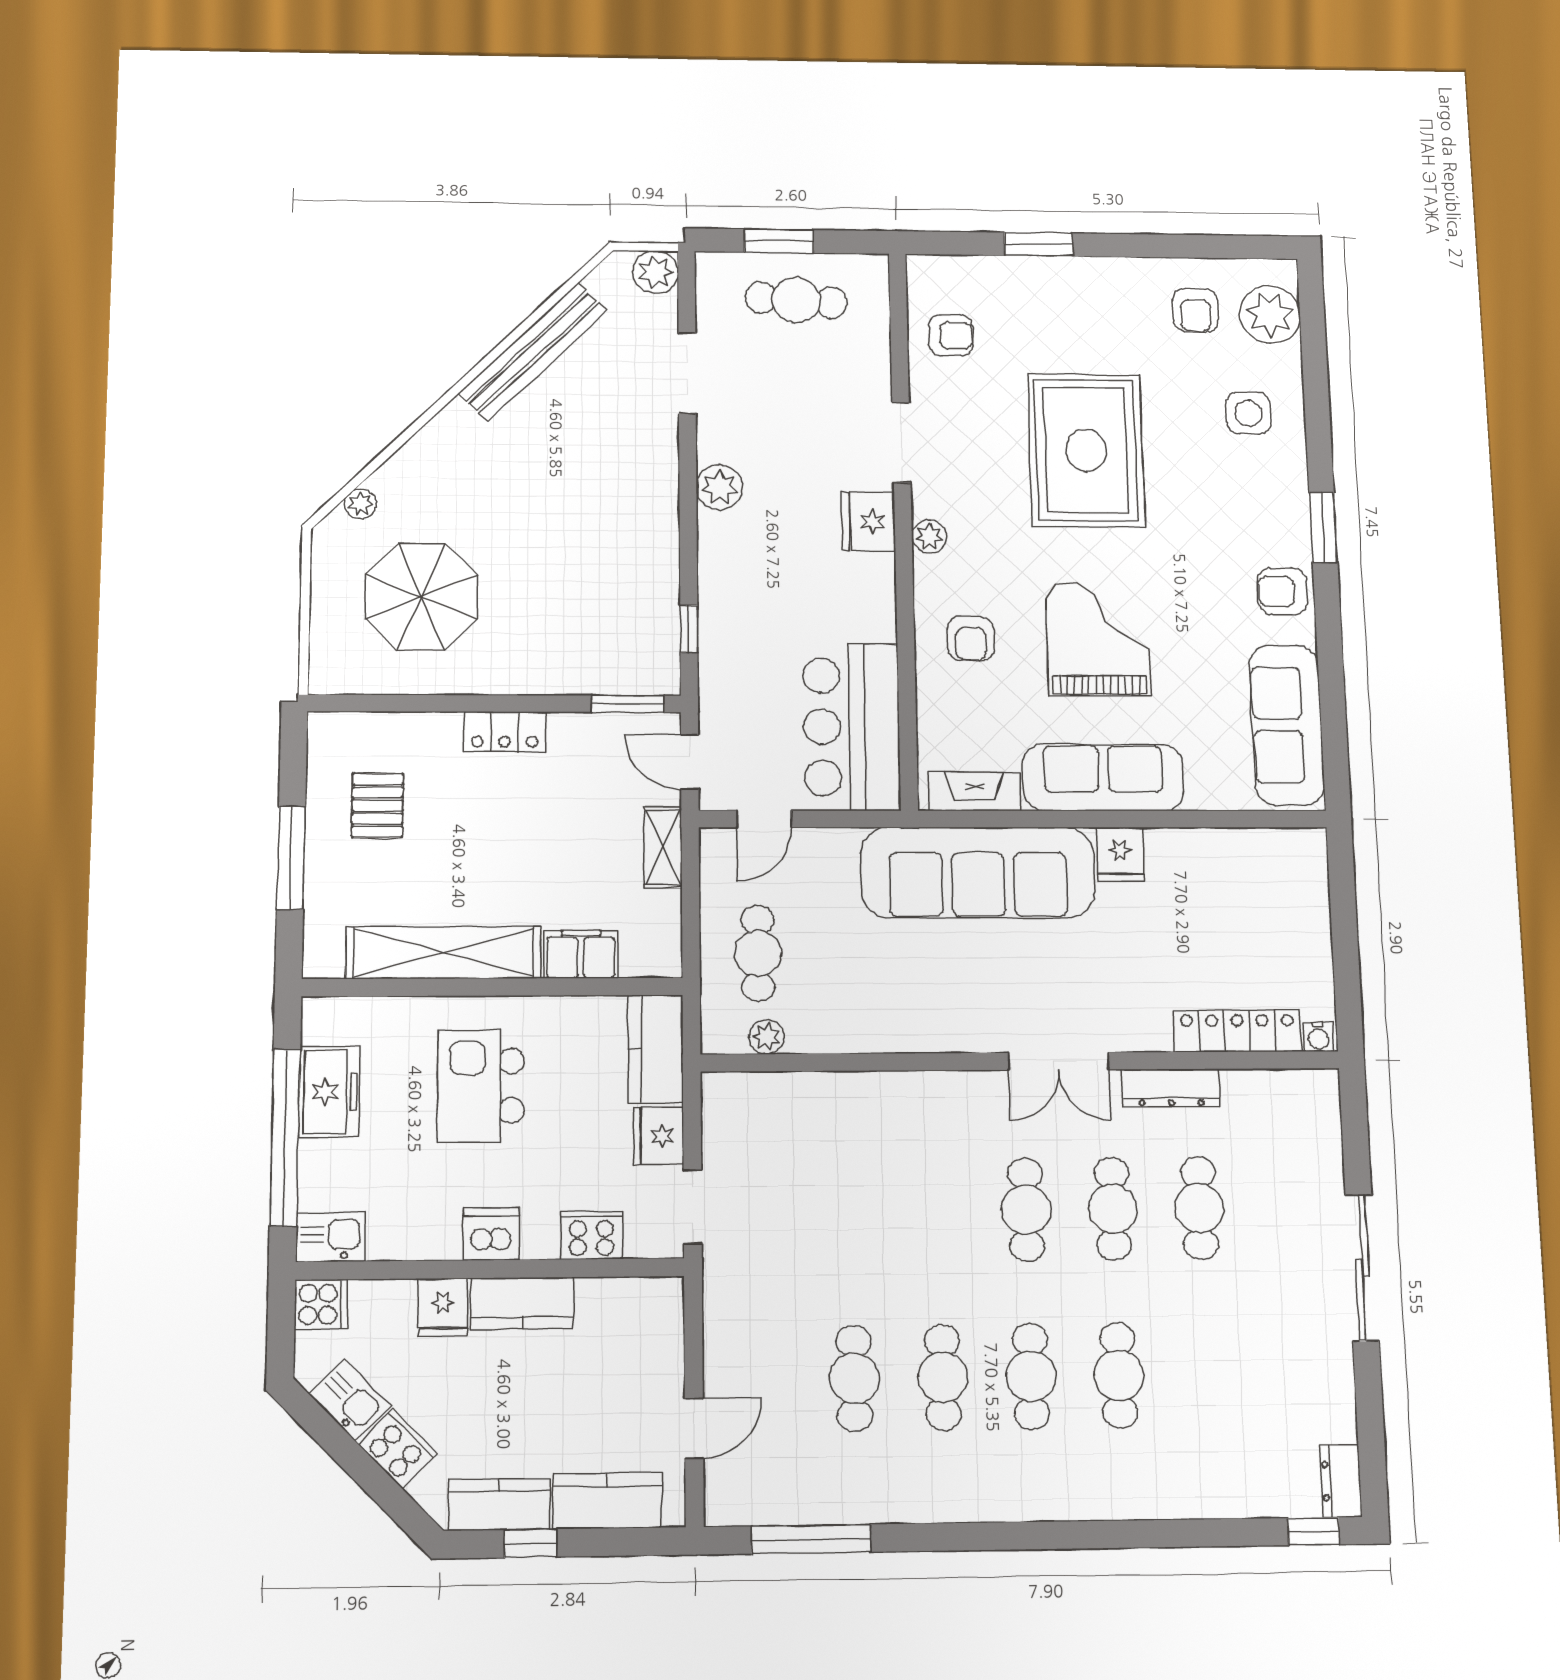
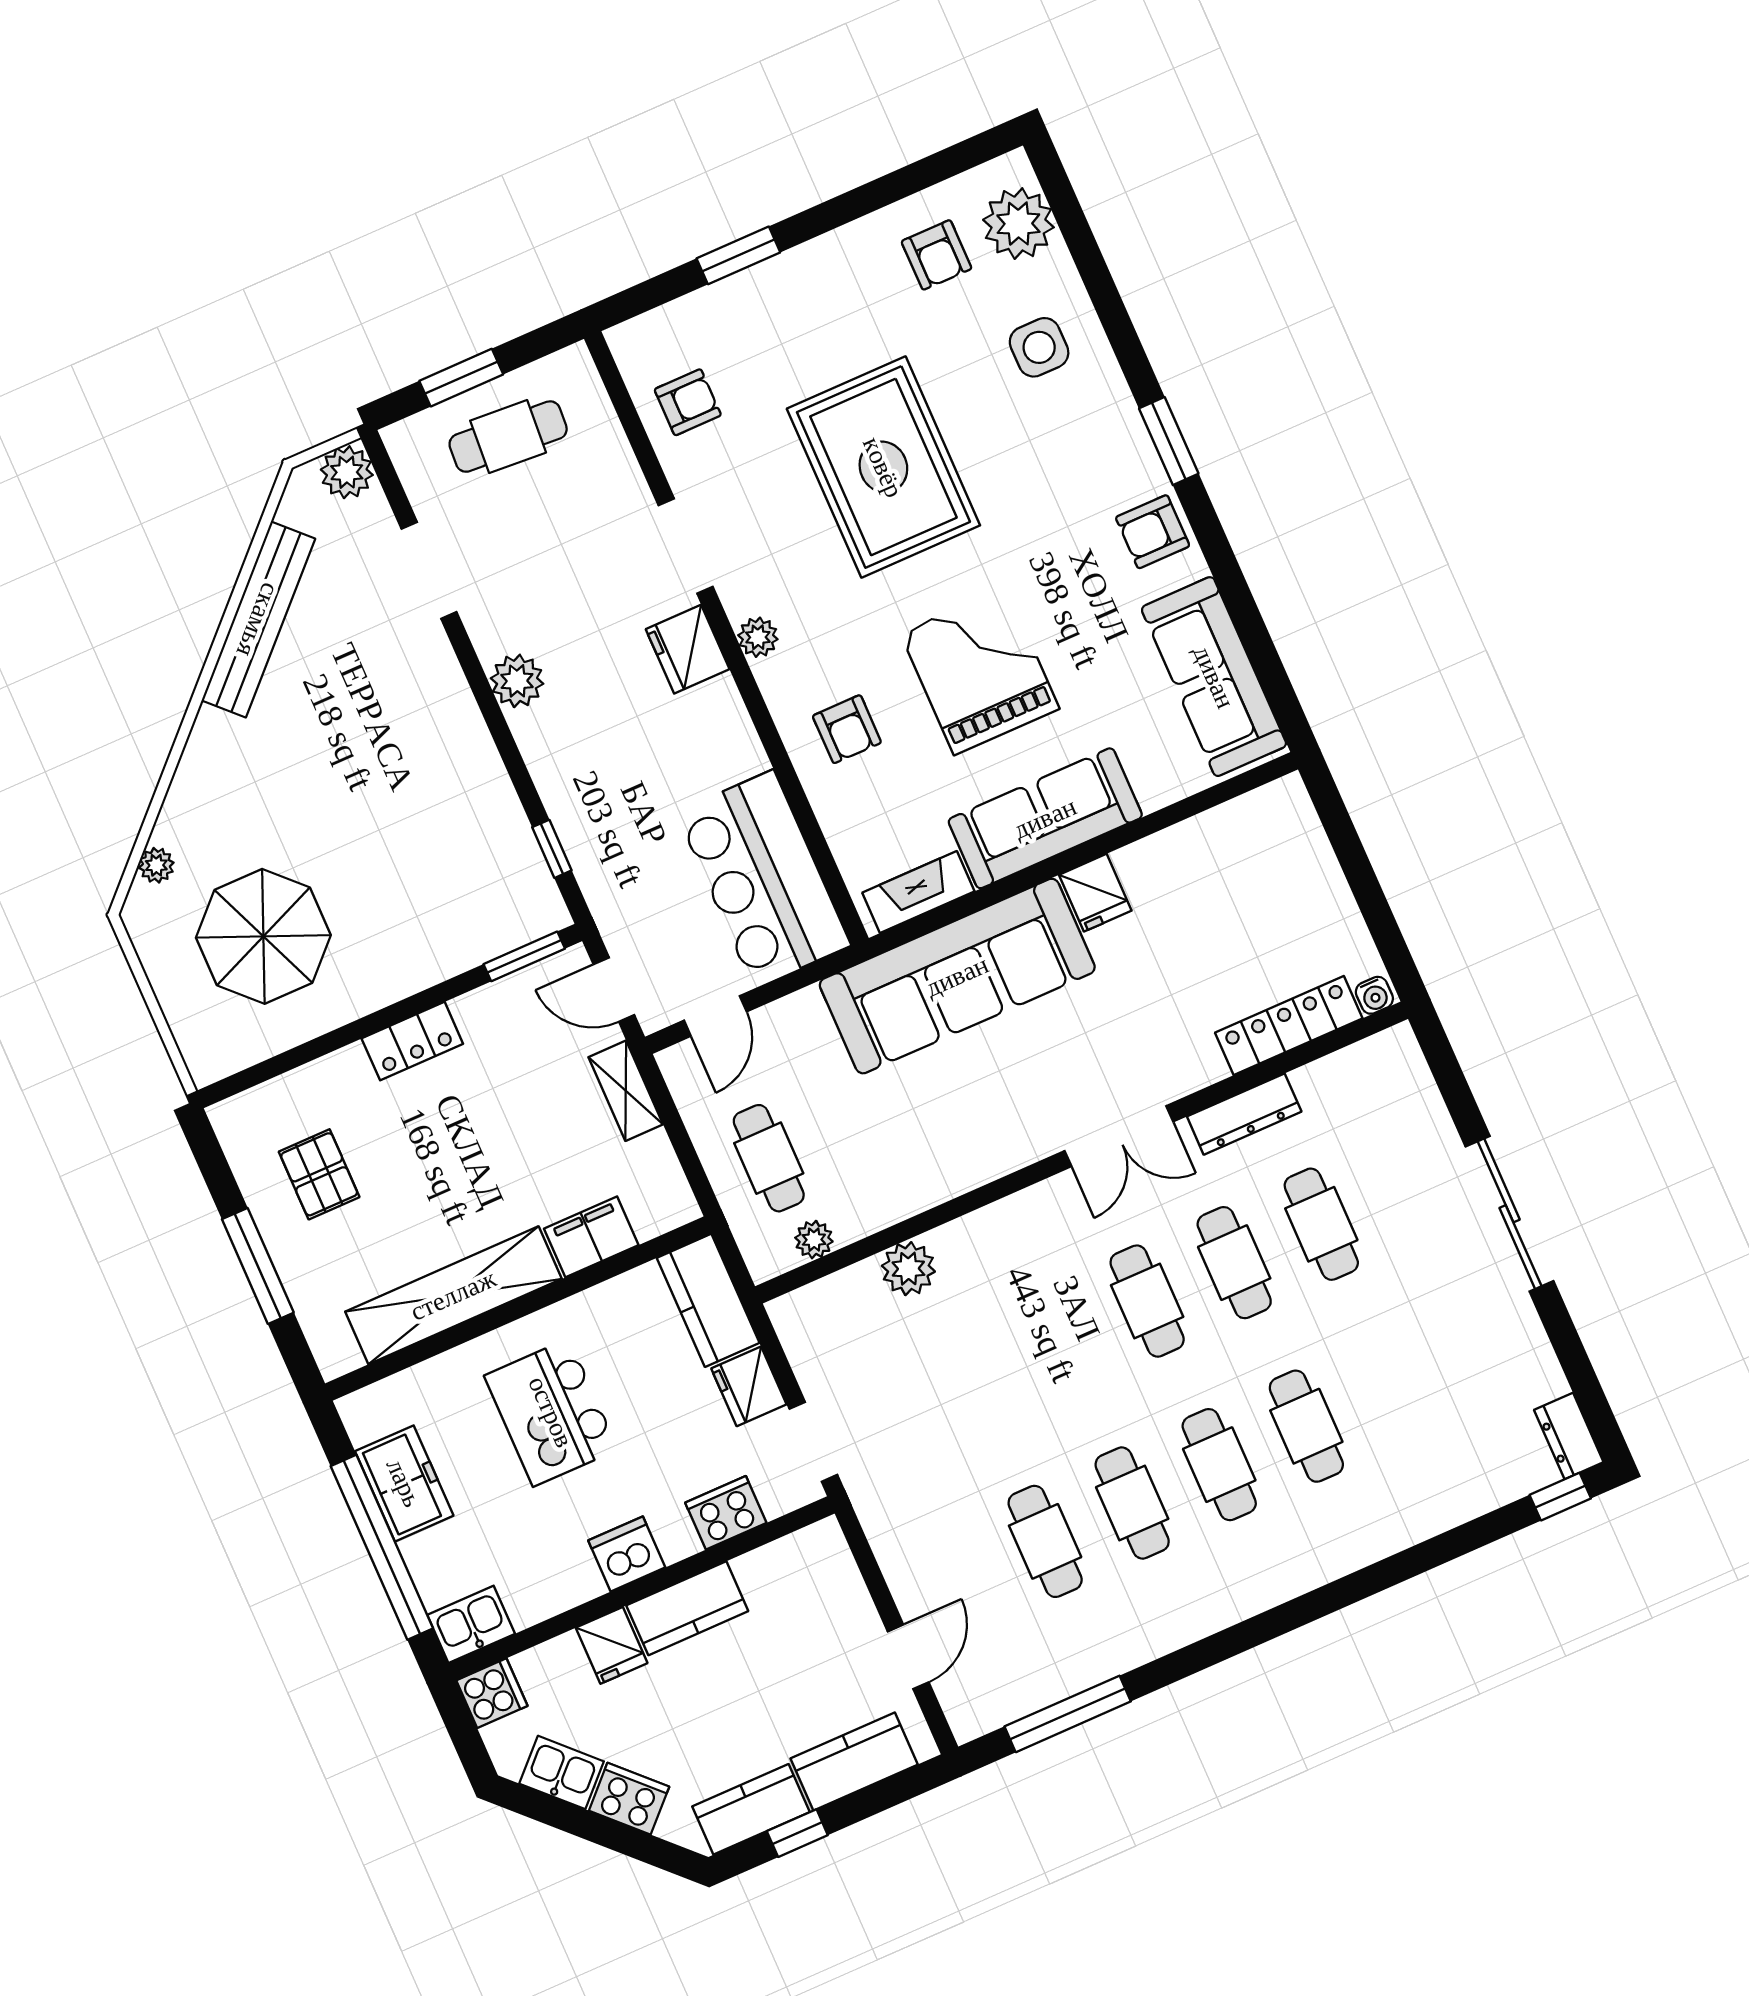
plant: (836, 1095) -> (908, 1269), added

